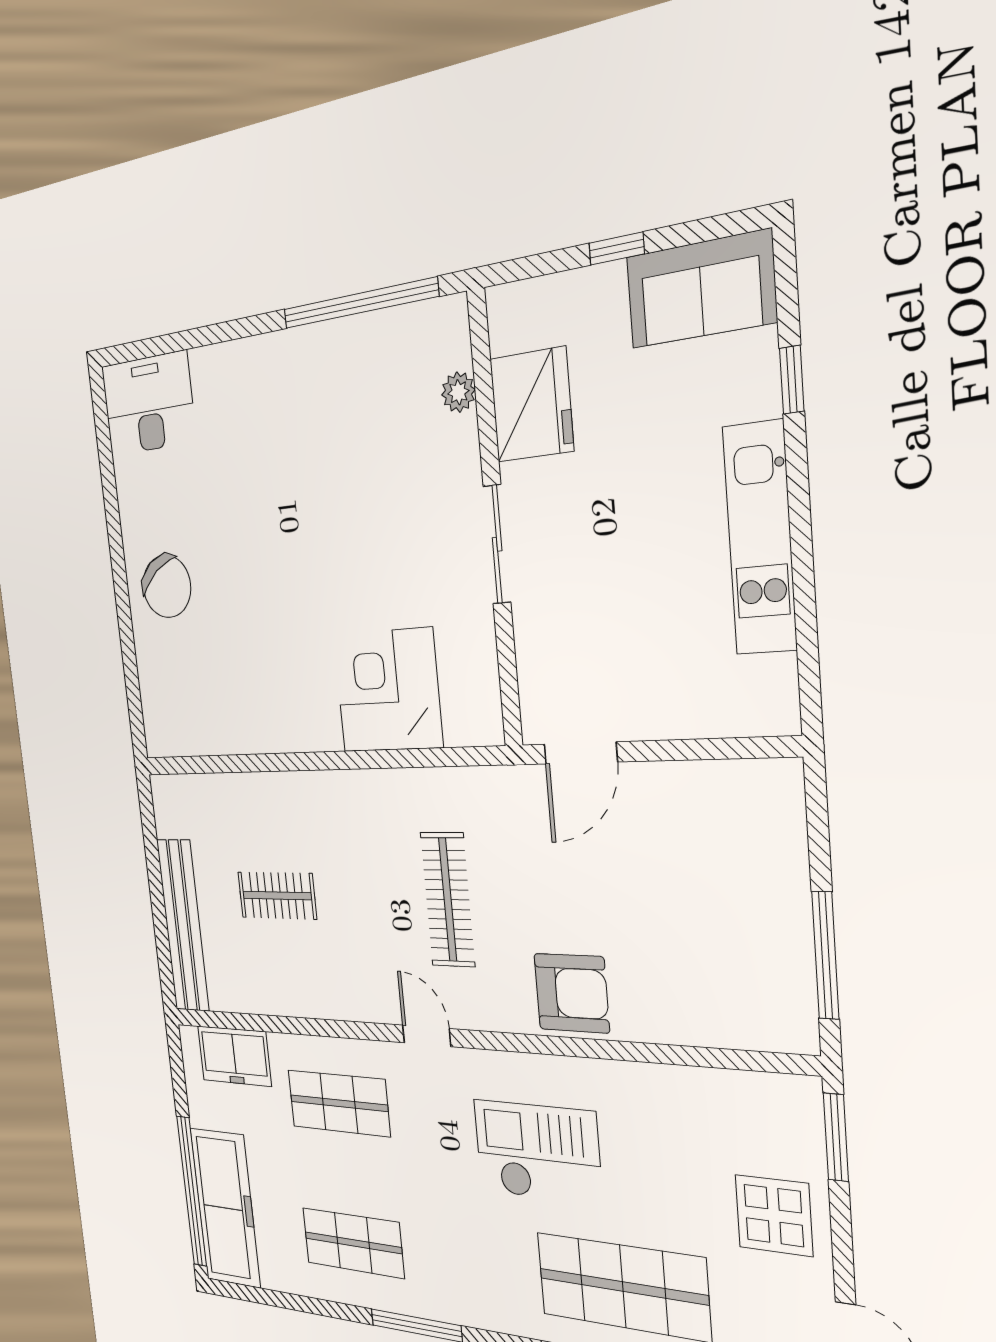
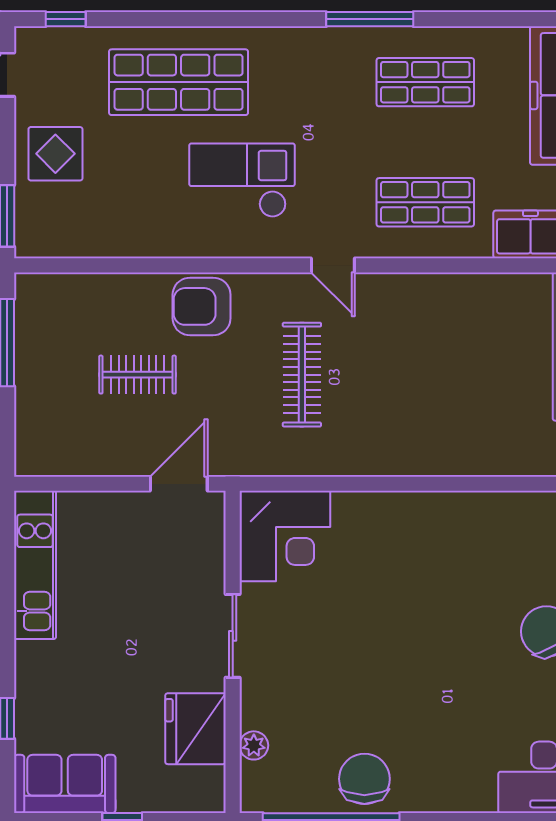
chair: (328, 368) -> (364, 779), added
kitchen unit: (760, 539) -> (35, 565), moved
corner desk: (388, 690) -> (285, 536), moved
clothes rail: (277, 896) -> (138, 375), moved
checkout: (537, 1152) -> (242, 180), turned 180

